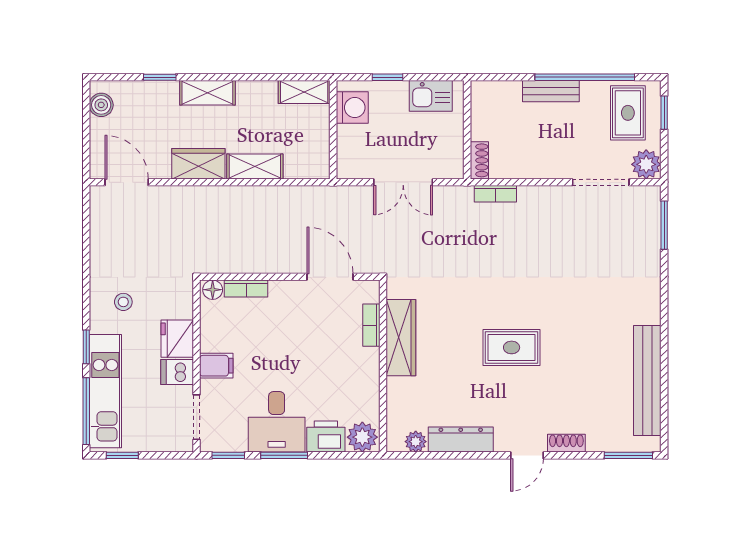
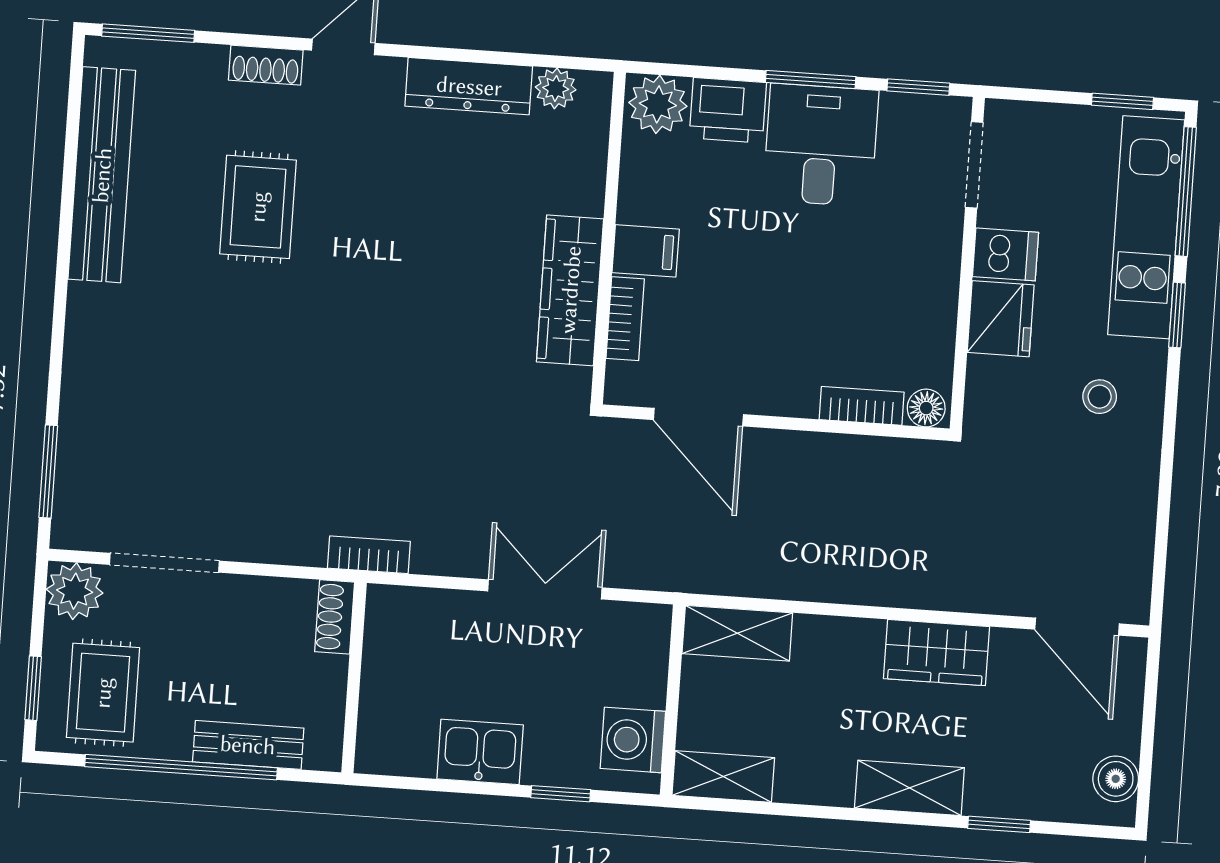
wall: (467, 130) -> (354, 678), moved
shoe rack: (479, 160) -> (335, 617), moved
shelving: (255, 167) -> (737, 633), moved
rug: (512, 347) -> (258, 207), moved, turned 90
filing cabinet: (216, 366) -> (646, 251), moved, turned 180

